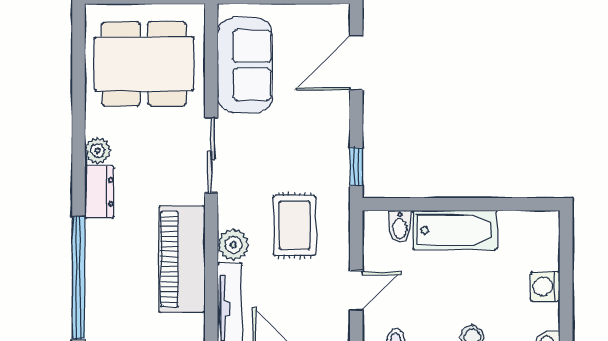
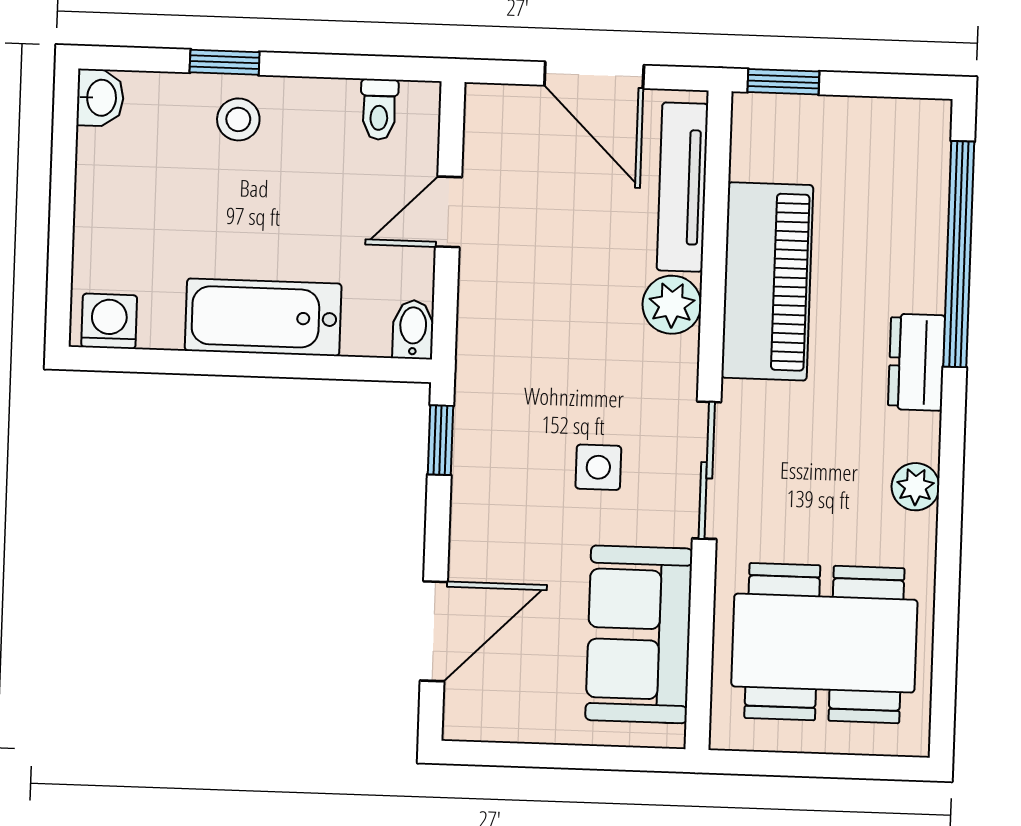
side table: (270, 155) -> (598, 467), added
dresser: (99, 192) -> (917, 362), moved
rug: (294, 225) -> (558, 336), removed
bidet: (400, 226) -> (413, 329), moved
washing machine: (545, 286) -> (109, 321), moved, turned -90

